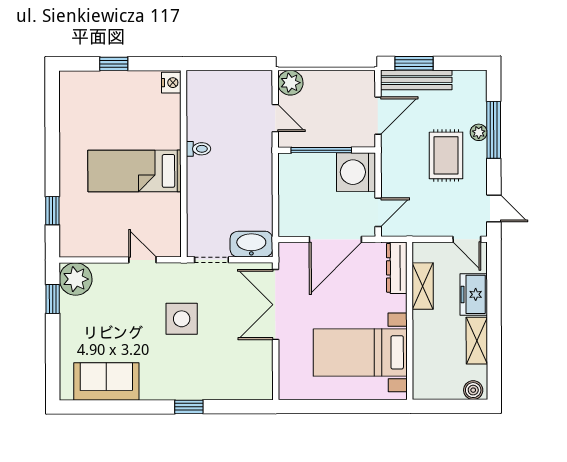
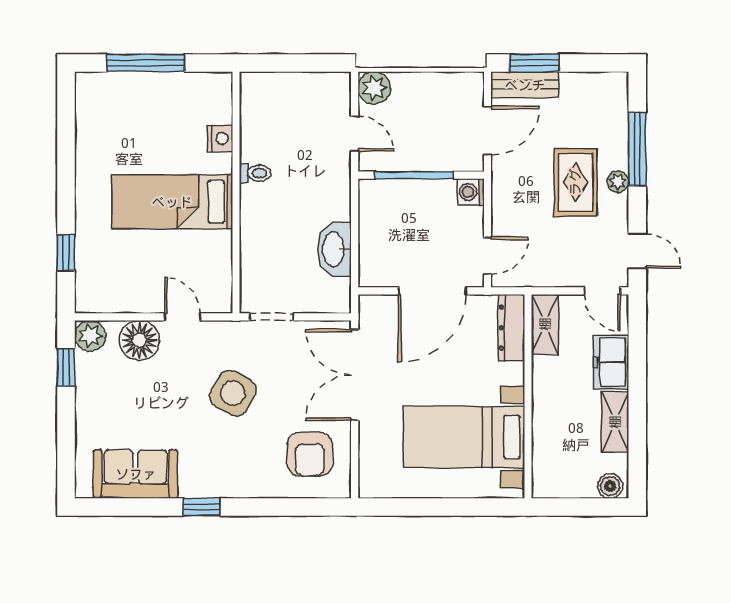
window: (114, 64) -> (146, 63), width x2.17
bench: (416, 80) -> (525, 85), width x0.73
nightstand: (171, 83) -> (220, 139), moved
plant: (479, 132) -> (618, 182), moved
washing machine: (356, 172) -> (471, 192), width x0.53, depth x0.53
washbasin: (251, 244) -> (334, 249), moved, turned -90
floor lamp: (109, 278) -> (139, 340), added
plant: (76, 279) -> (90, 336), width x0.73, depth x0.73
shelving: (423, 286) -> (545, 324), moved
side table: (182, 319) -> (233, 393), turned 30
armchair: (241, 366) -> (310, 454), added
window: (189, 407) -> (202, 507), moved

